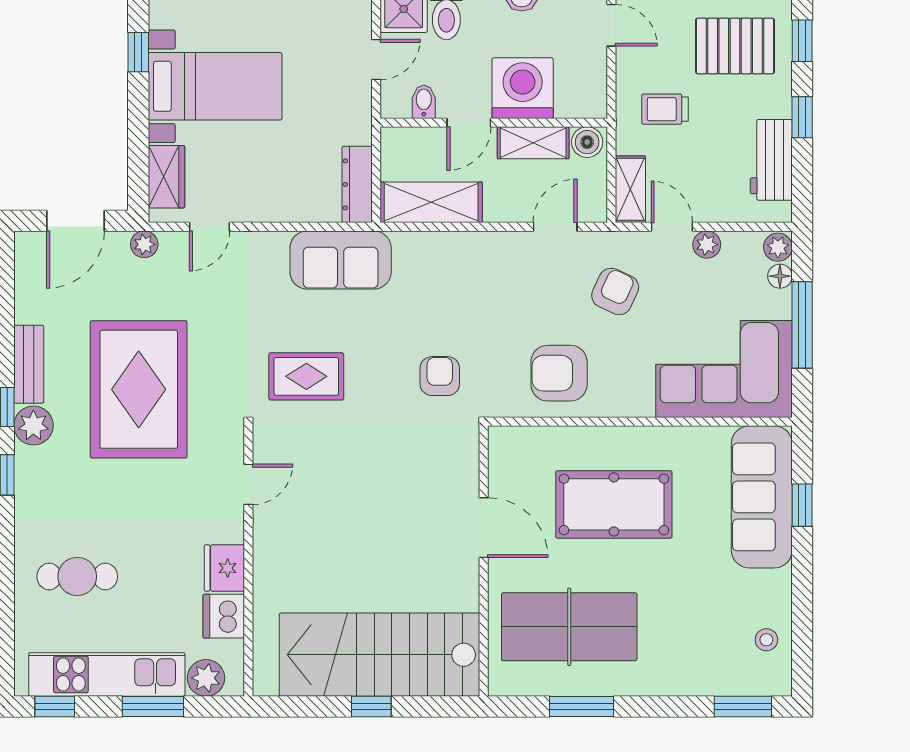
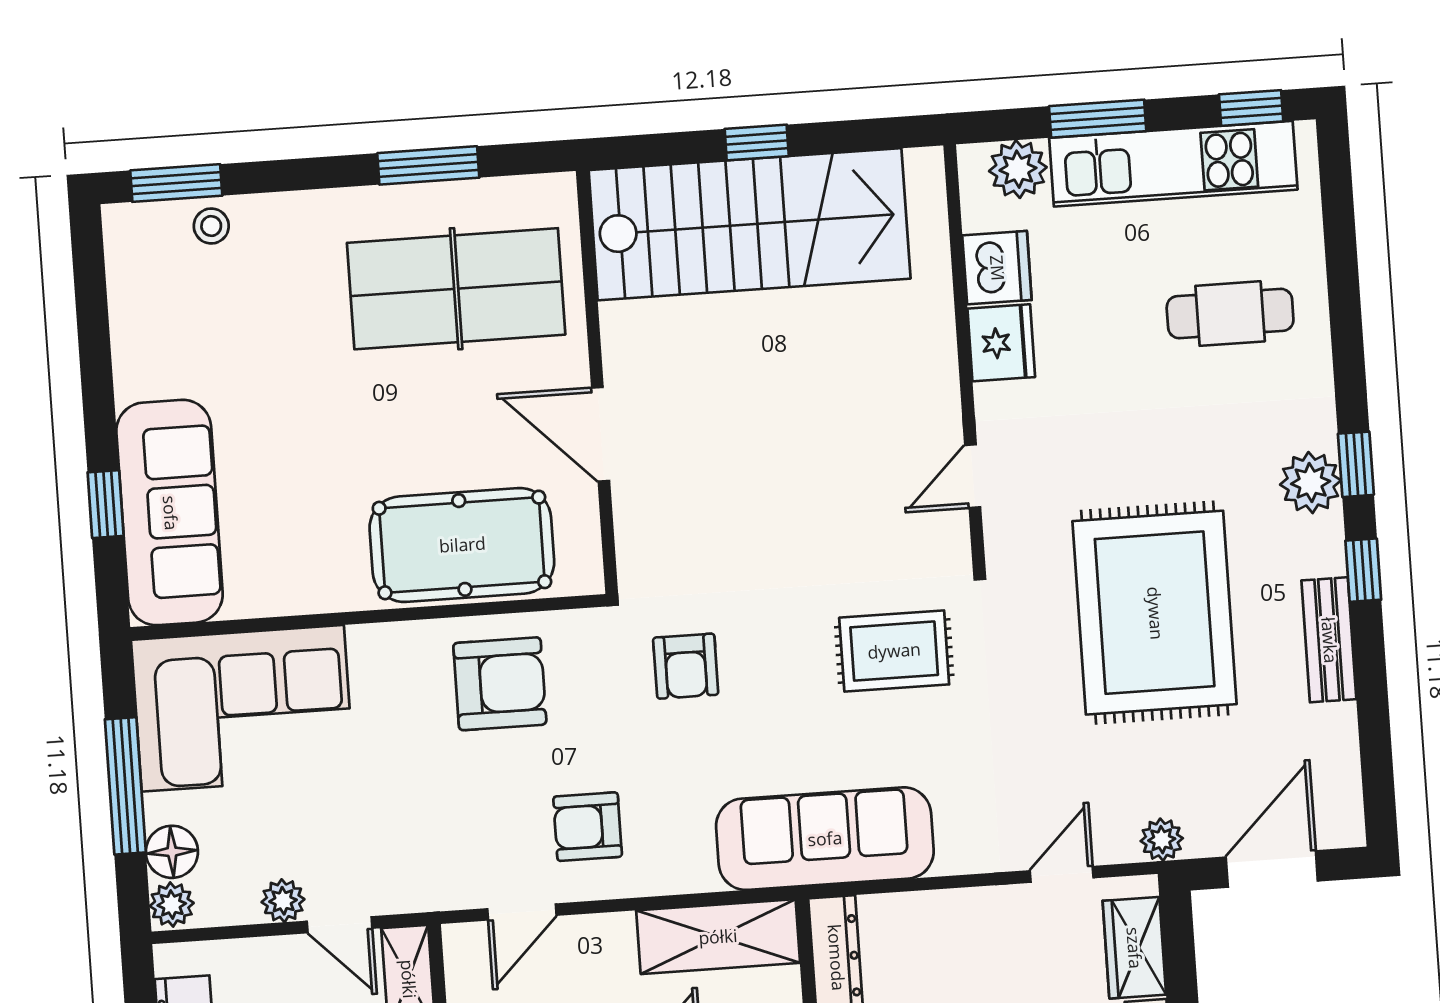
sofa: (341, 260) -> (825, 839), width x1.36
floor lamp: (780, 276) -> (172, 852), width x1.37, depth x1.37
armchair: (615, 291) -> (588, 827), moved, turned 65
plant: (33, 426) -> (1311, 483), moved
pool table: (614, 504) -> (462, 545), moved
stool: (766, 640) -> (211, 226), moved

